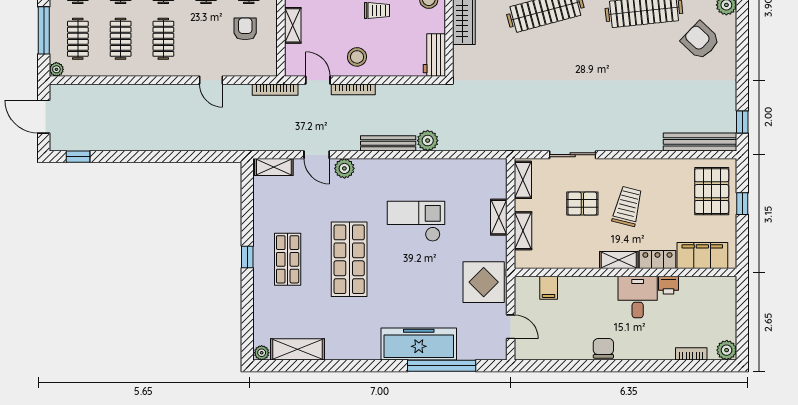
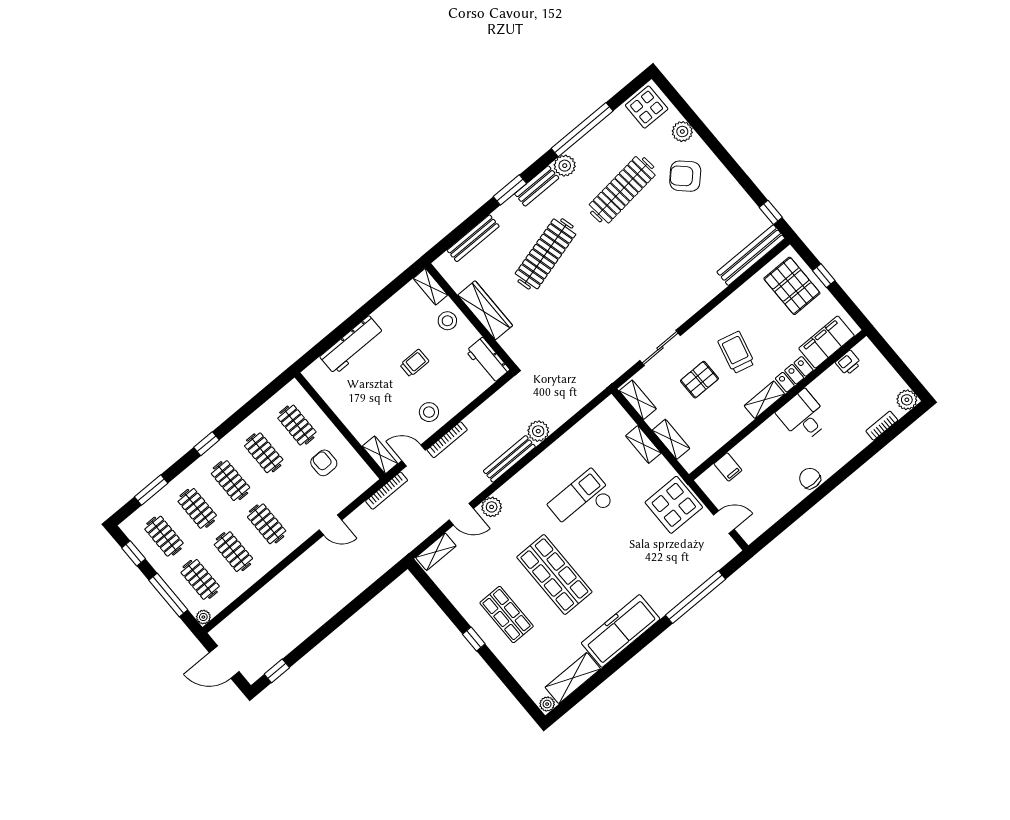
shelving: (293, 25) -> (380, 455), moved
printer: (668, 285) -> (848, 363), moved
freezer: (419, 344) -> (621, 631), moved

